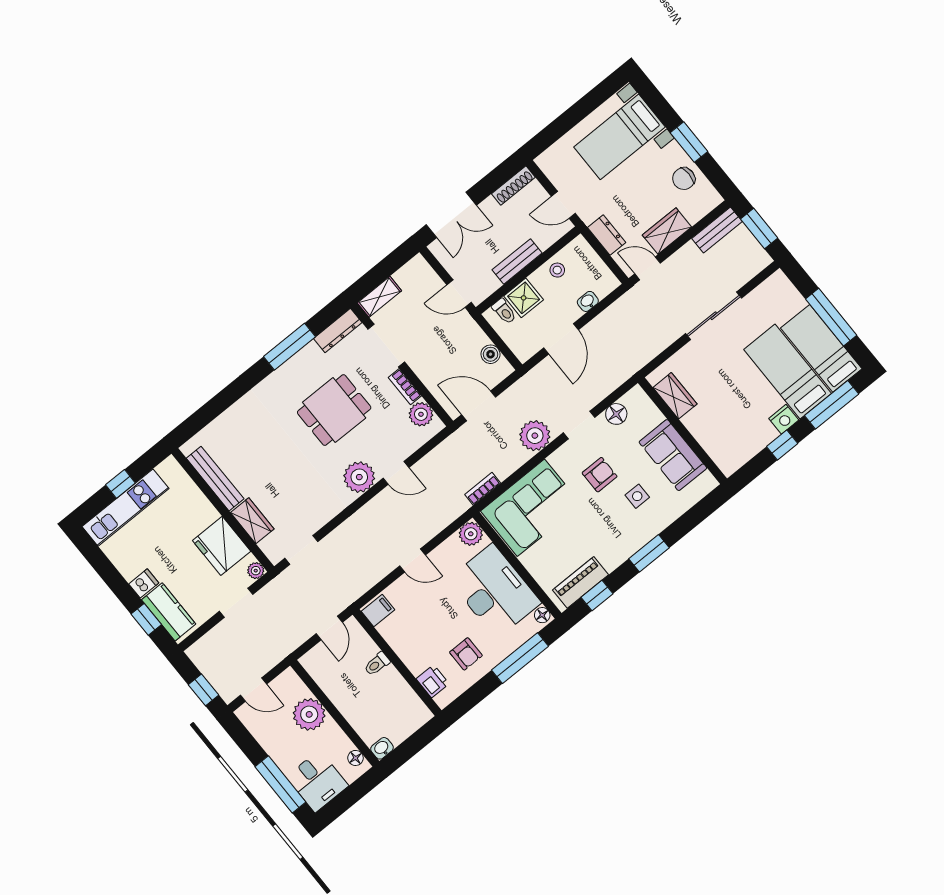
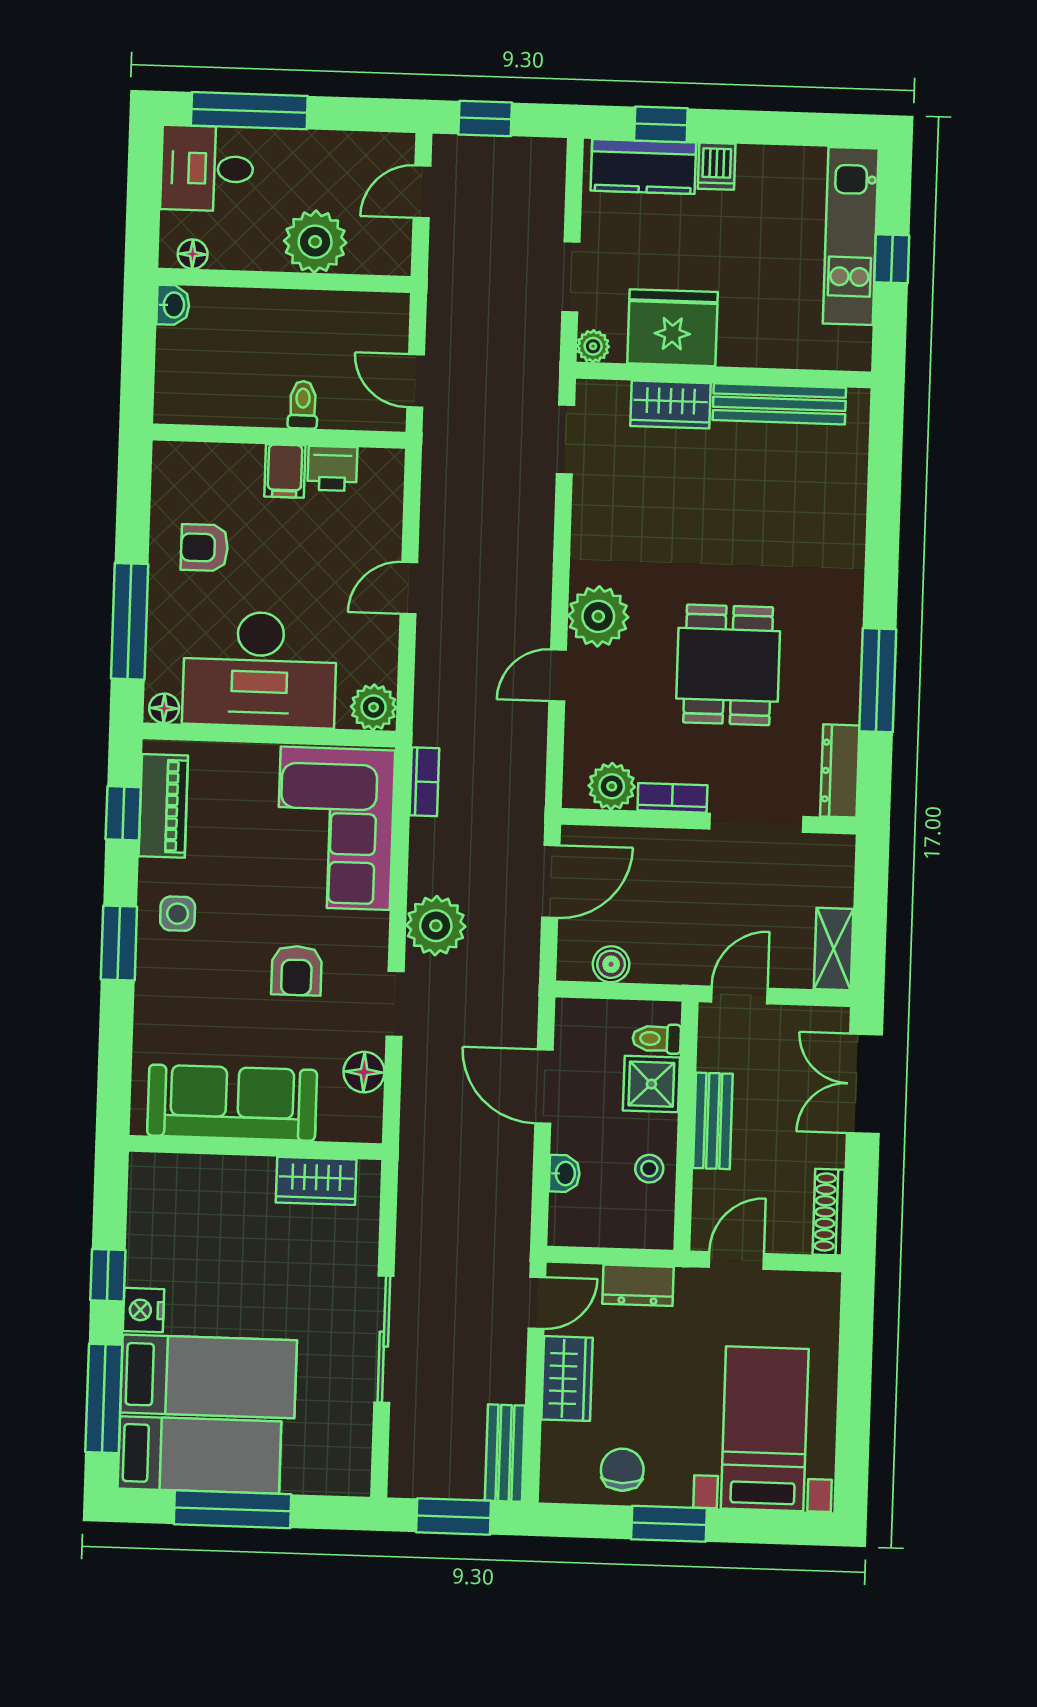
shelving: (379, 297) -> (834, 949), moved
sofa: (673, 455) -> (232, 1103), width x1.36
side table: (637, 496) -> (178, 914), moved
filing cabinet: (378, 610) -> (285, 471), moved
printer: (433, 681) -> (332, 468), moved

